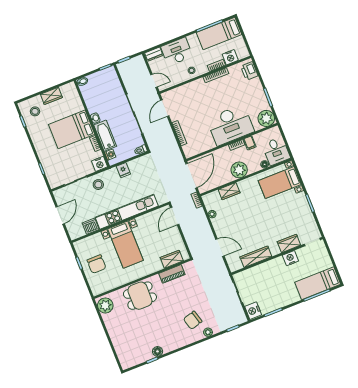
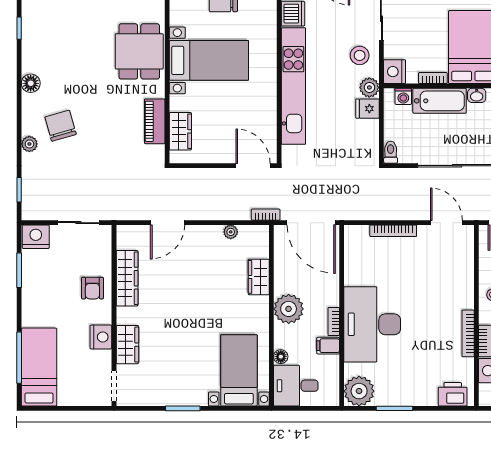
plant: (112, 173) -> (369, 87), added
bed with nightstands: (125, 245) -> (209, 60), moved, turned 180
armchair: (268, 272) -> (92, 288), added
floor lamp: (158, 351) -> (31, 83), moved

